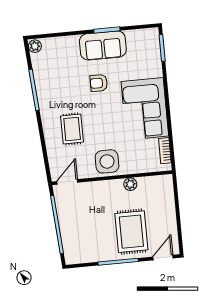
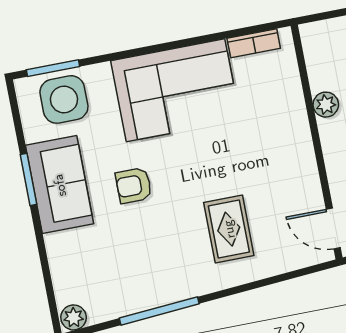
armchair: (99, 83) -> (134, 185), turned 90
rug: (72, 129) -> (229, 229), turned 90
side table: (107, 161) -> (64, 99), moved

